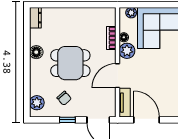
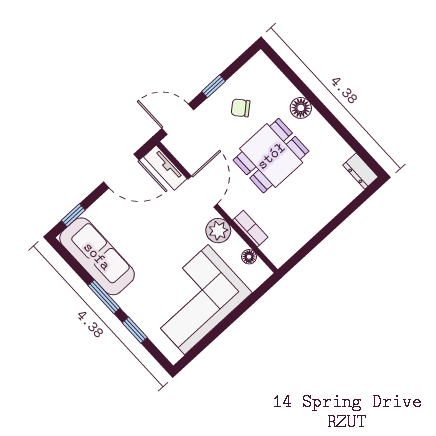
plant: (131, 13) -> (254, 280), removed
floor lamp: (124, 37) -> (249, 257), moved
floor lamp: (36, 52) -> (301, 108), moved
plant: (37, 103) -> (268, 73), removed

